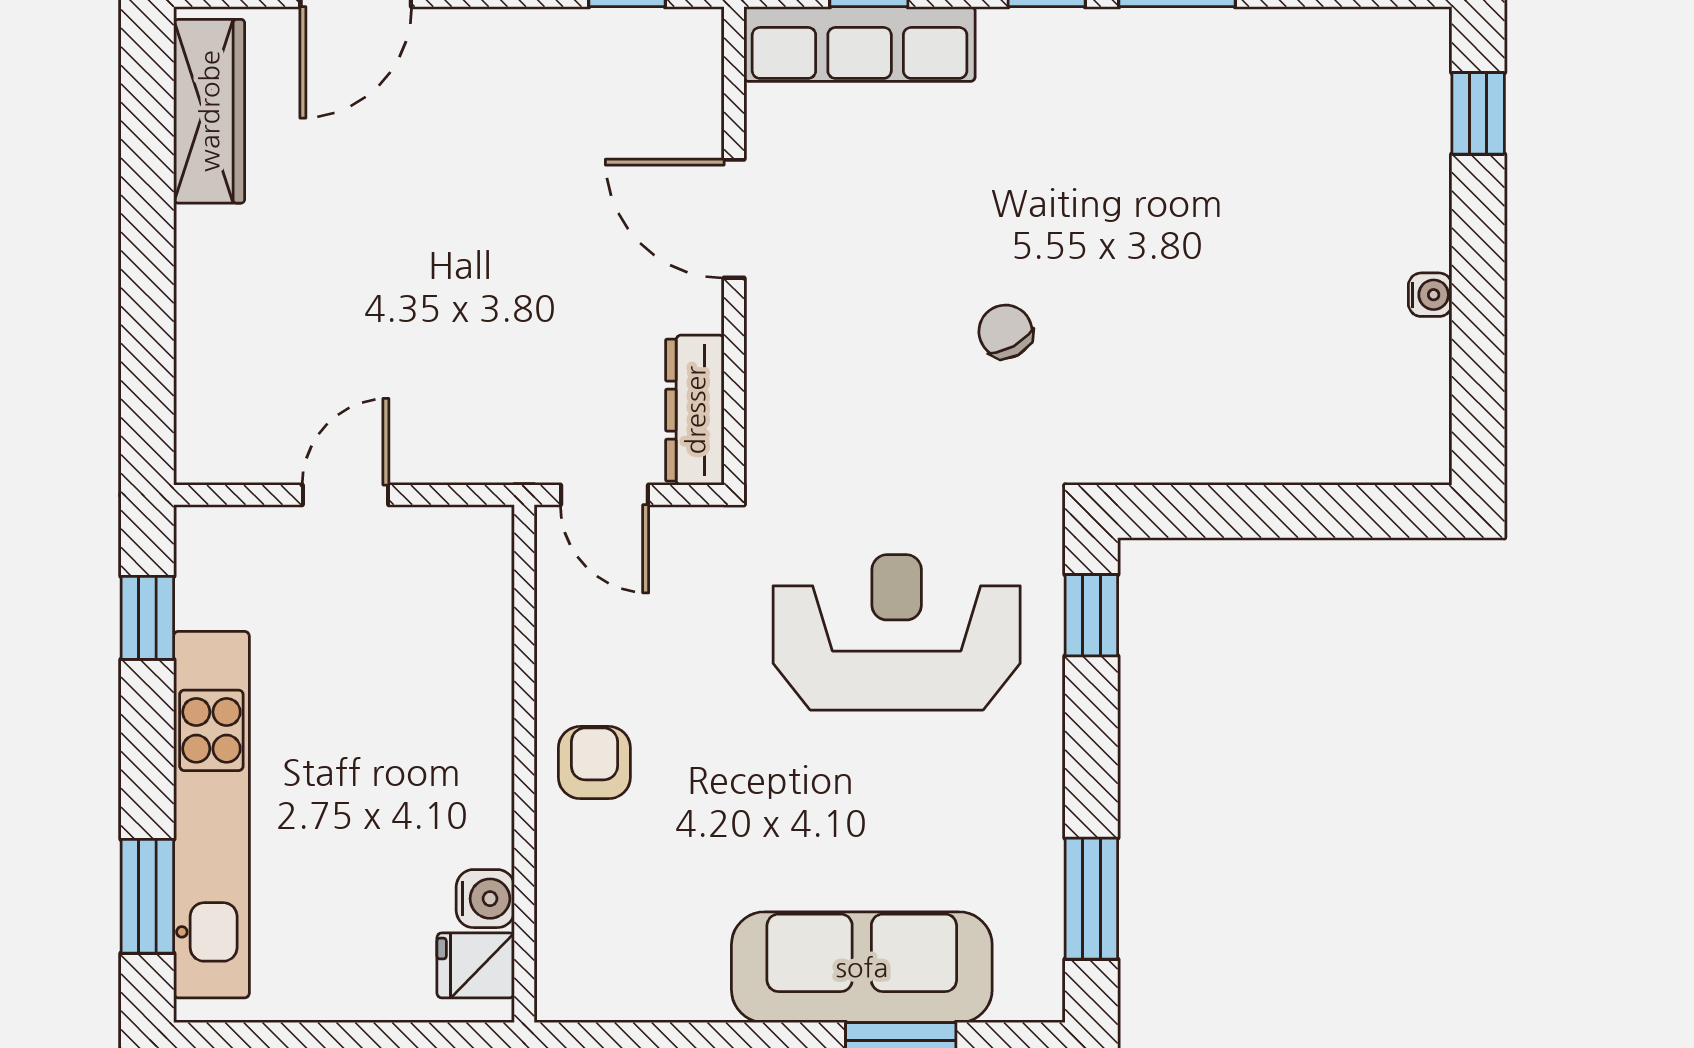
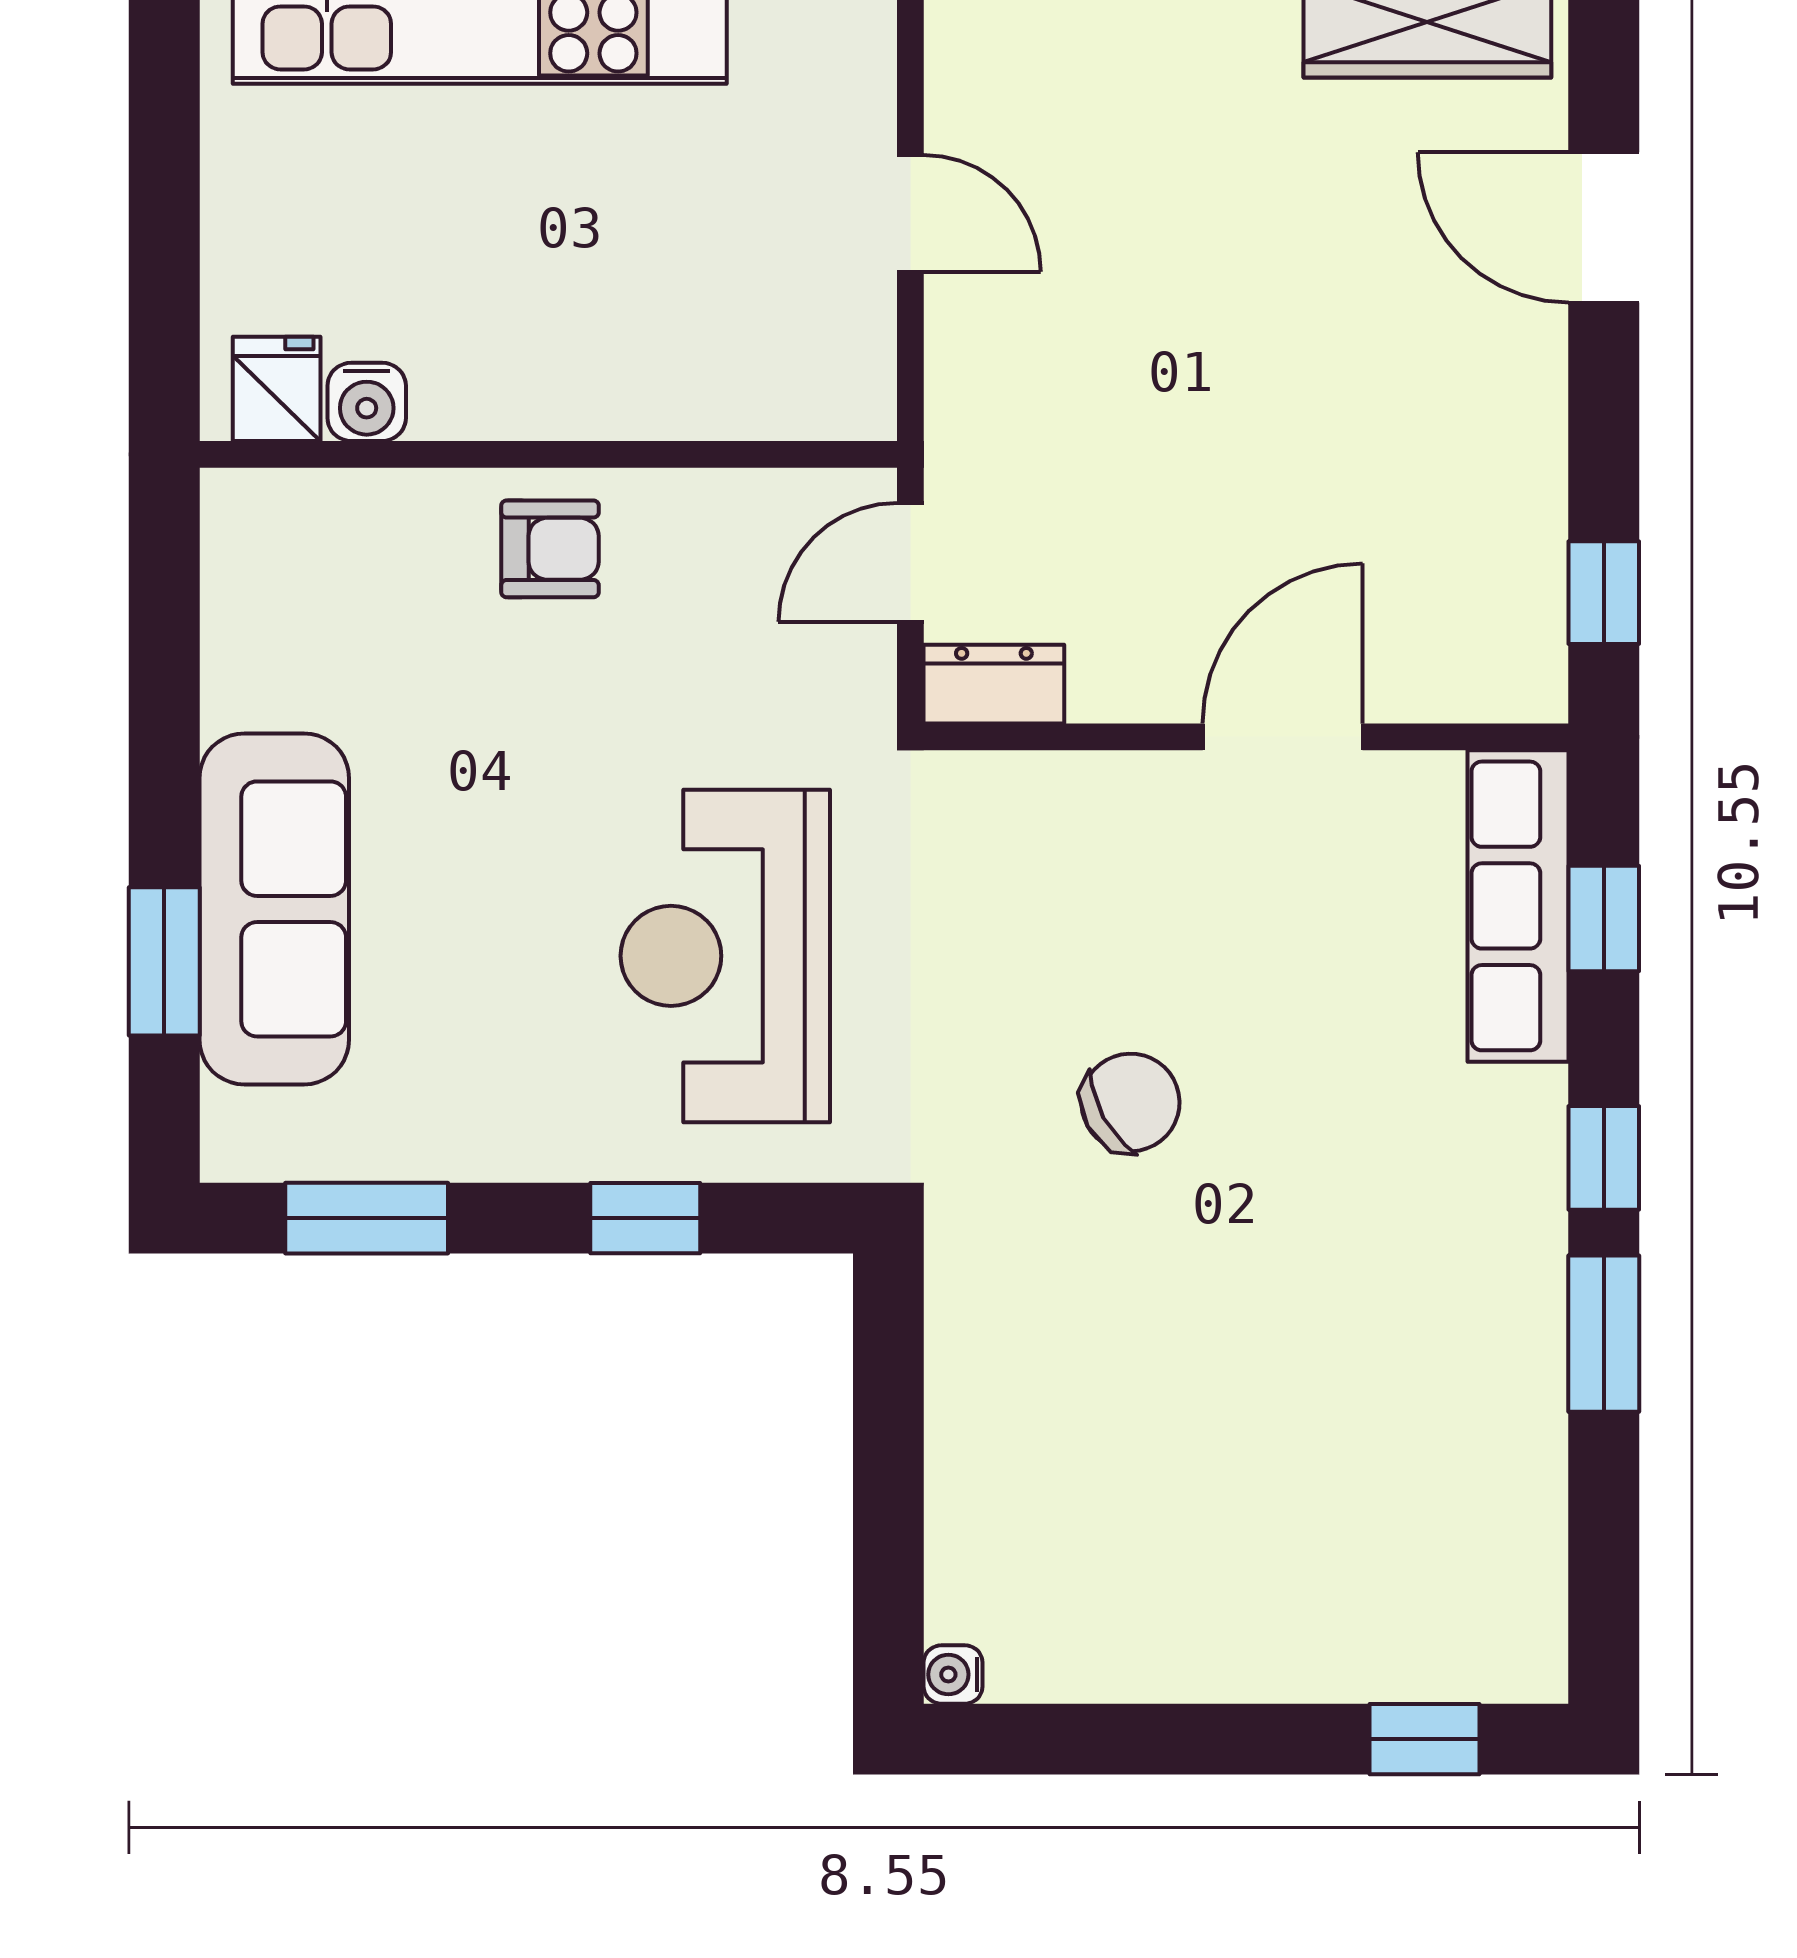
water cooler: (1430, 295) -> (953, 1674), moved, turned 90
chair: (1005, 332) -> (1130, 1103), width x1.37, depth x1.37
dresser: (695, 410) -> (994, 684), width x0.70
window: (1091, 615) -> (645, 1218), moved
reception desk: (897, 632) -> (725, 956), turned 180

